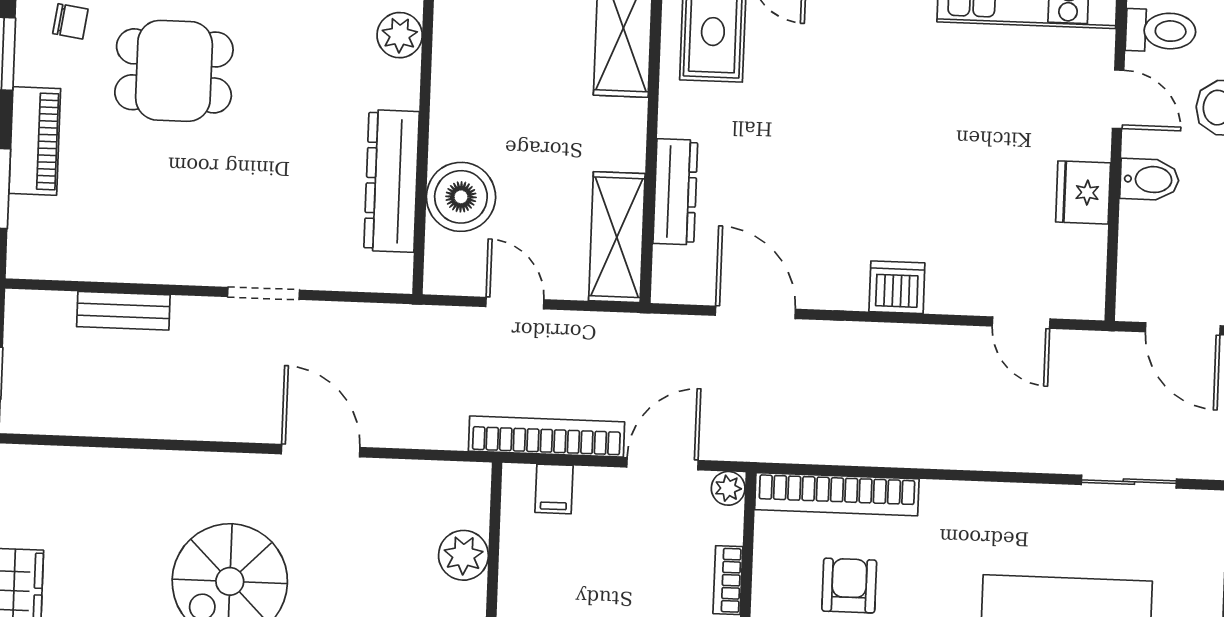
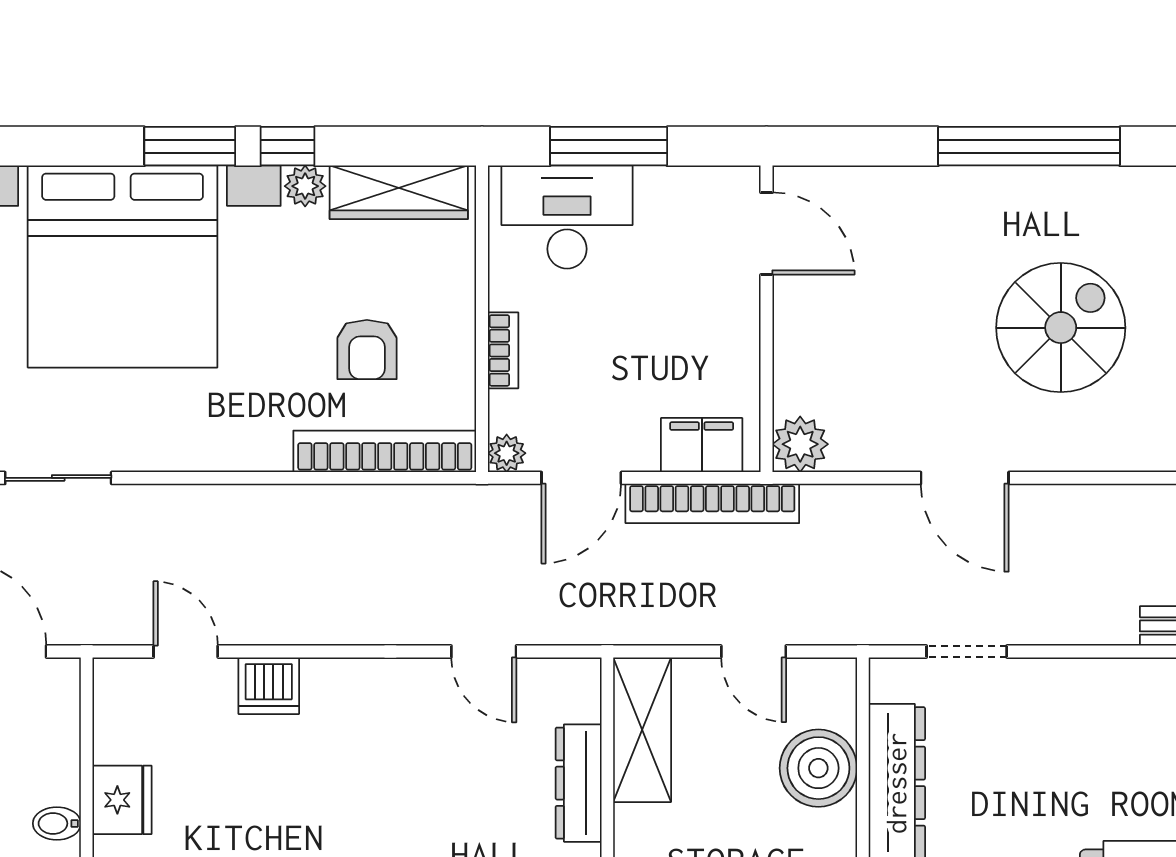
bidet: (1149, 179) -> (57, 823), width x0.72, depth x0.74
dishwasher: (897, 287) -> (269, 686), moved
doorway: (263, 293) -> (967, 651), moved
door: (755, 312) -> (484, 651), width x0.73
filing cabinet: (554, 489) -> (702, 445), width x2.00
plant: (463, 555) -> (800, 444), moved

